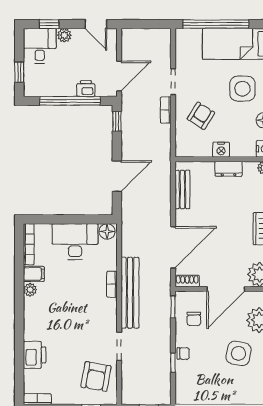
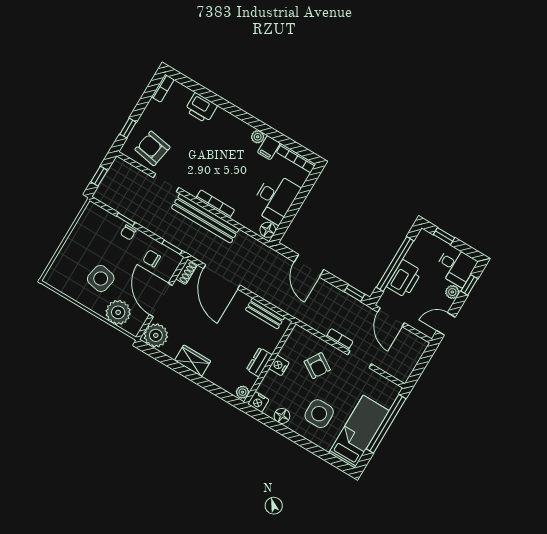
printer: (86, 89) -> (404, 279), width x1.87, depth x1.48
bookcase: (112, 284) -> (215, 204), width x1.56

